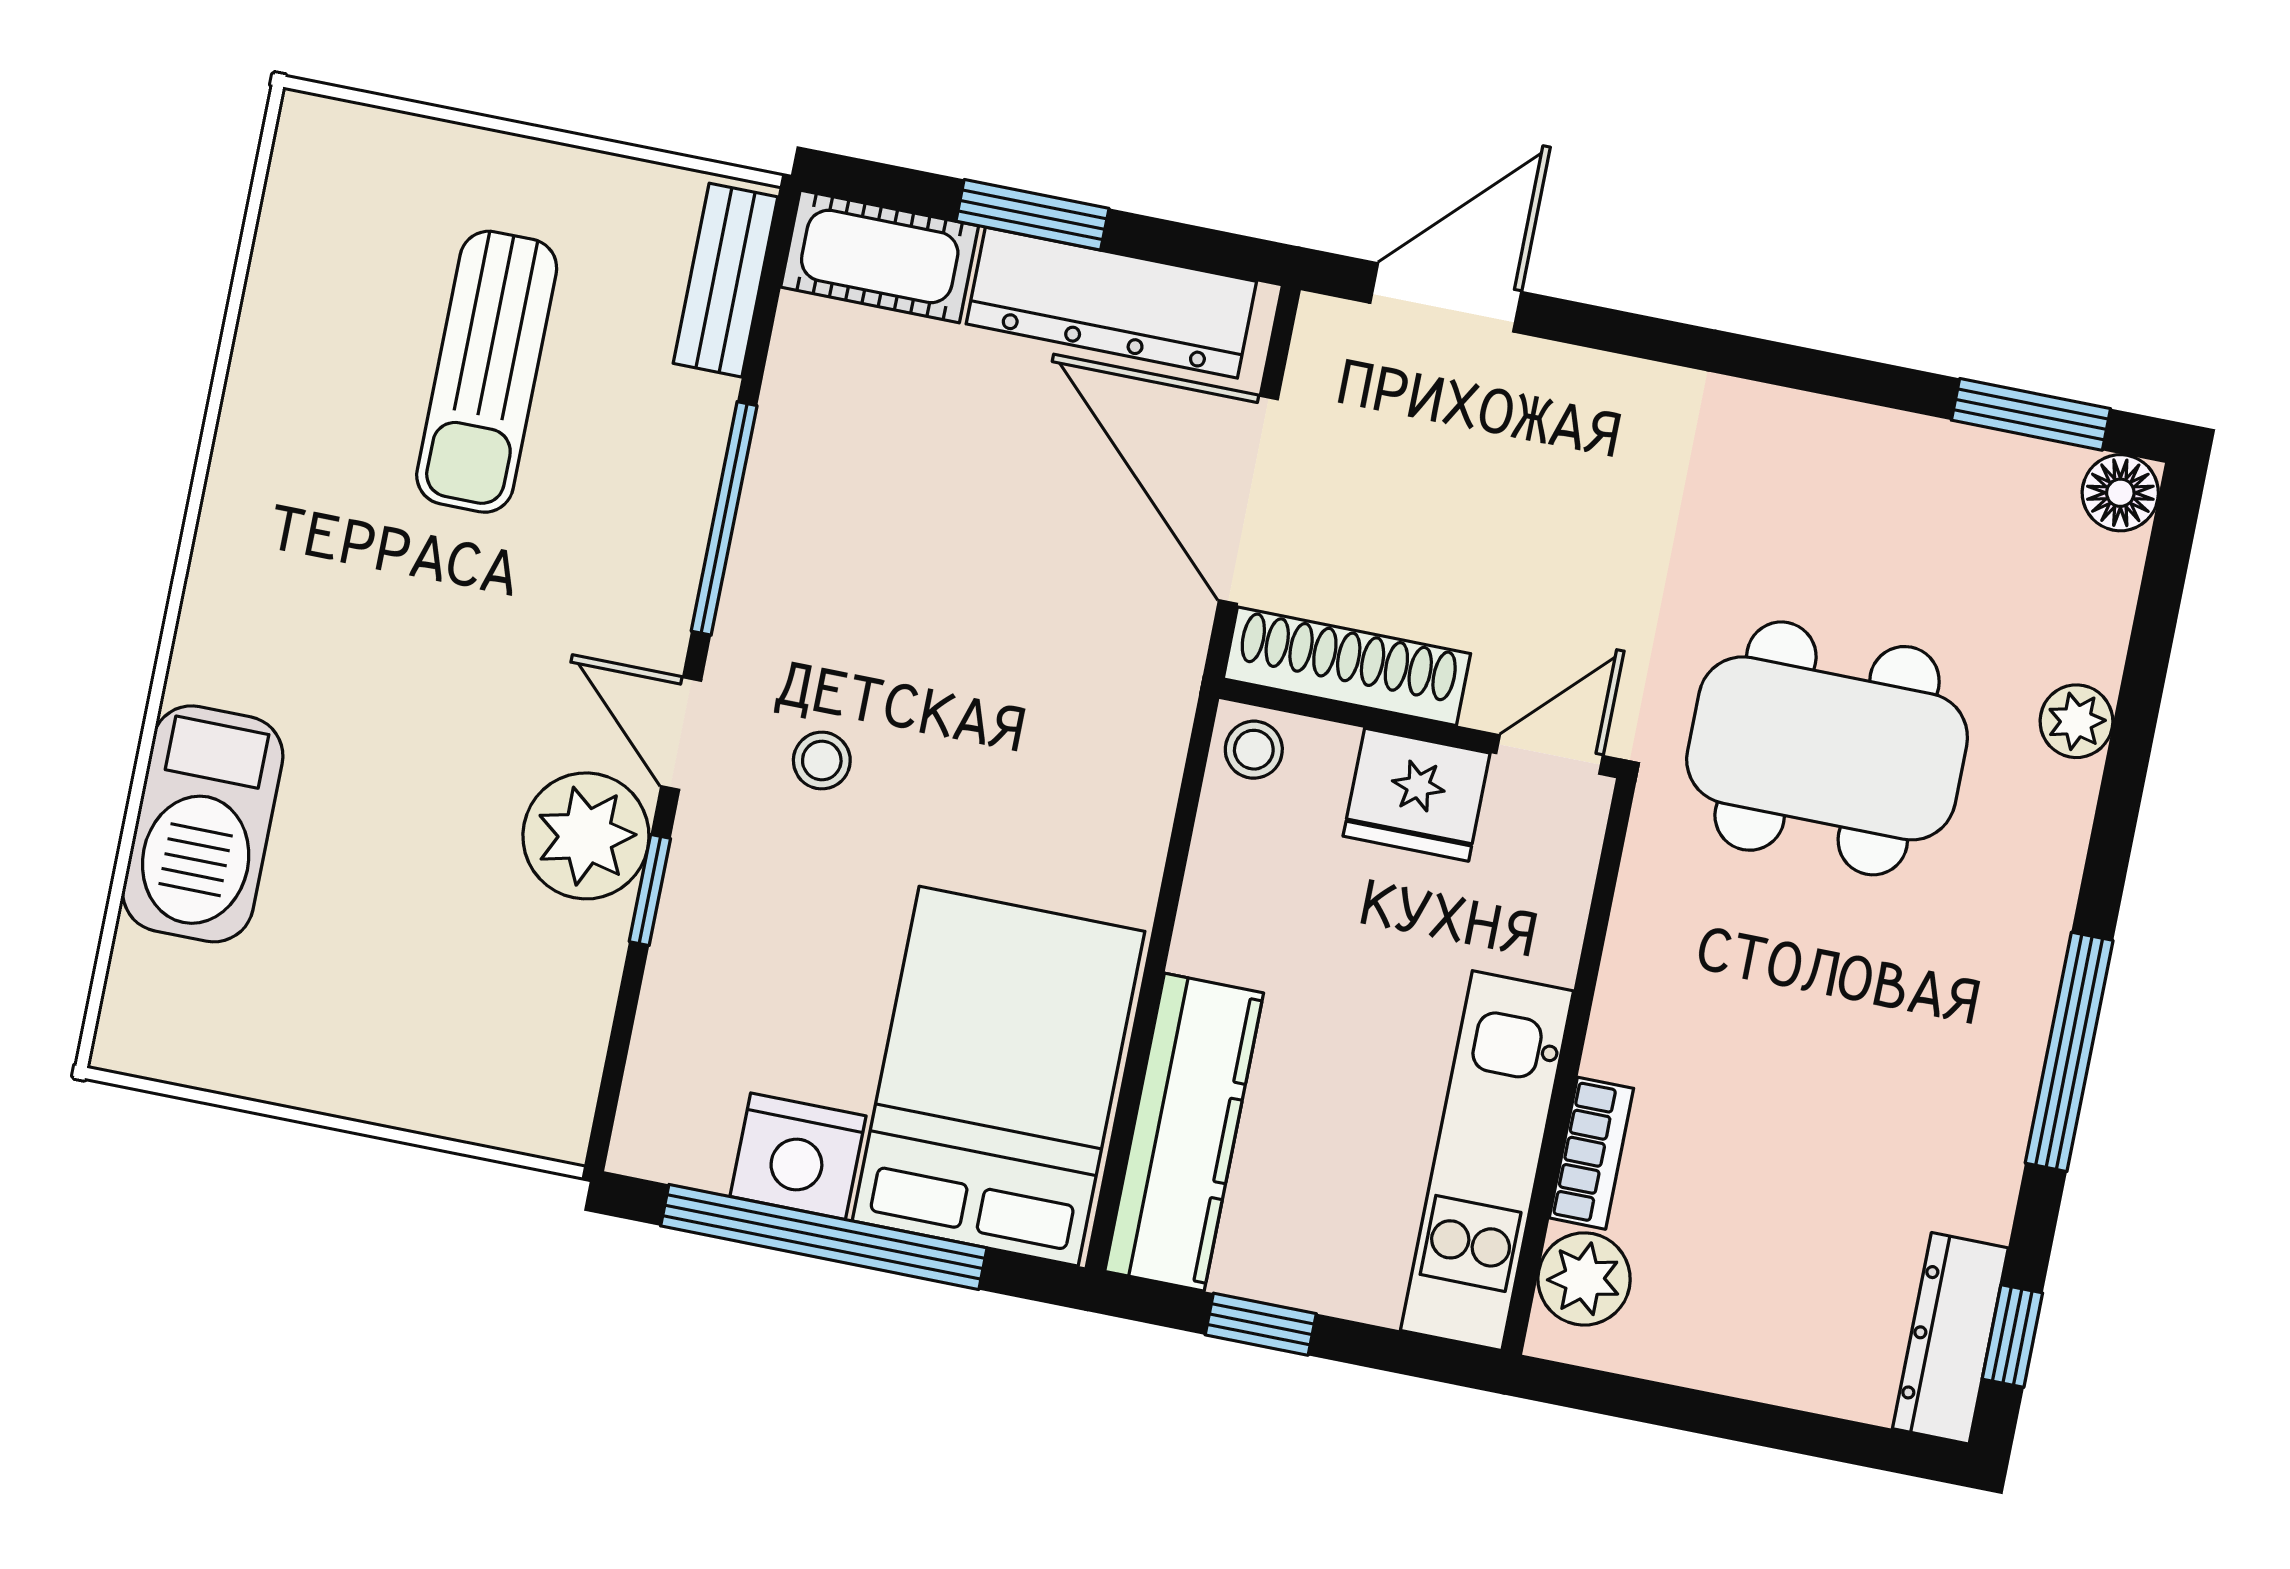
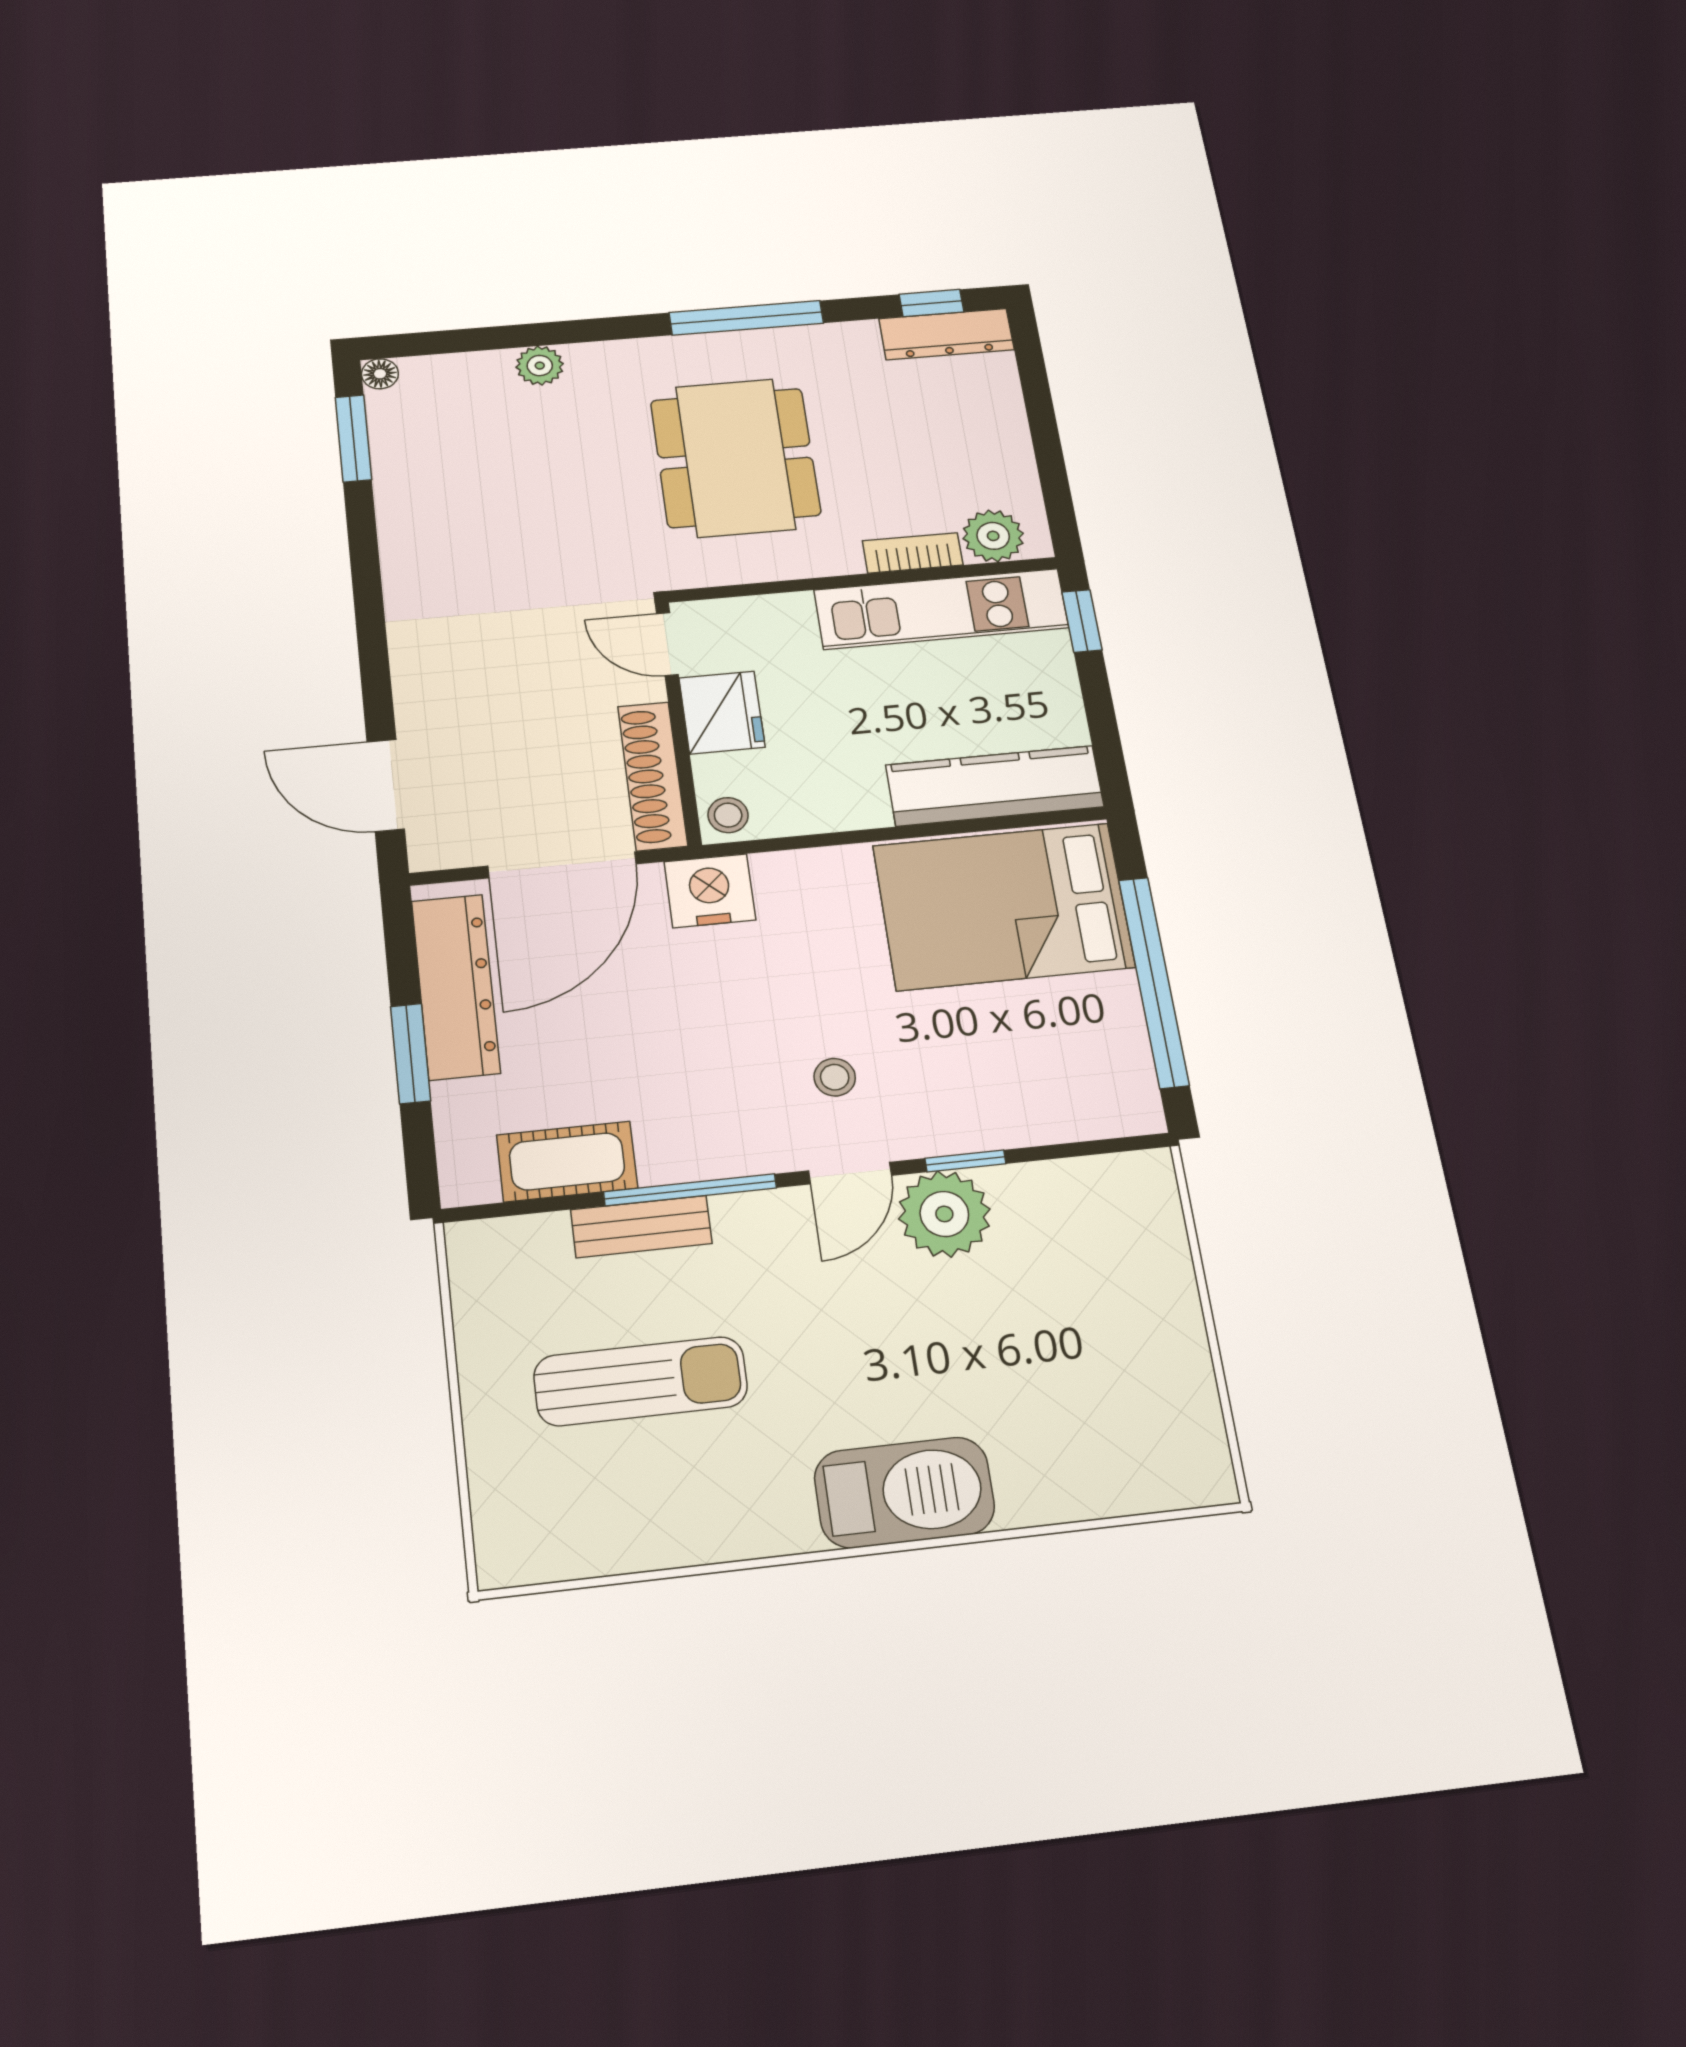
cot: (880, 256) -> (567, 1162), moved, turned 90
bench: (726, 280) -> (641, 1227), moved
floor lamp: (2120, 493) -> (380, 374), width x0.73, depth x0.73
dining table: (1827, 748) -> (735, 458), moved
barbecue: (203, 824) -> (904, 1492), moved
nightstand: (798, 1156) -> (710, 891), moved, turned -90
window: (1261, 1324) -> (1082, 621), moved

